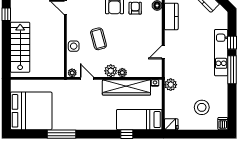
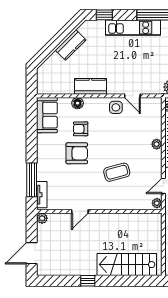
window: (232, 43) -> (104, 15), moved
side table: (74, 46) -> (116, 107), moved
plant: (111, 71) -> (154, 158), removed

